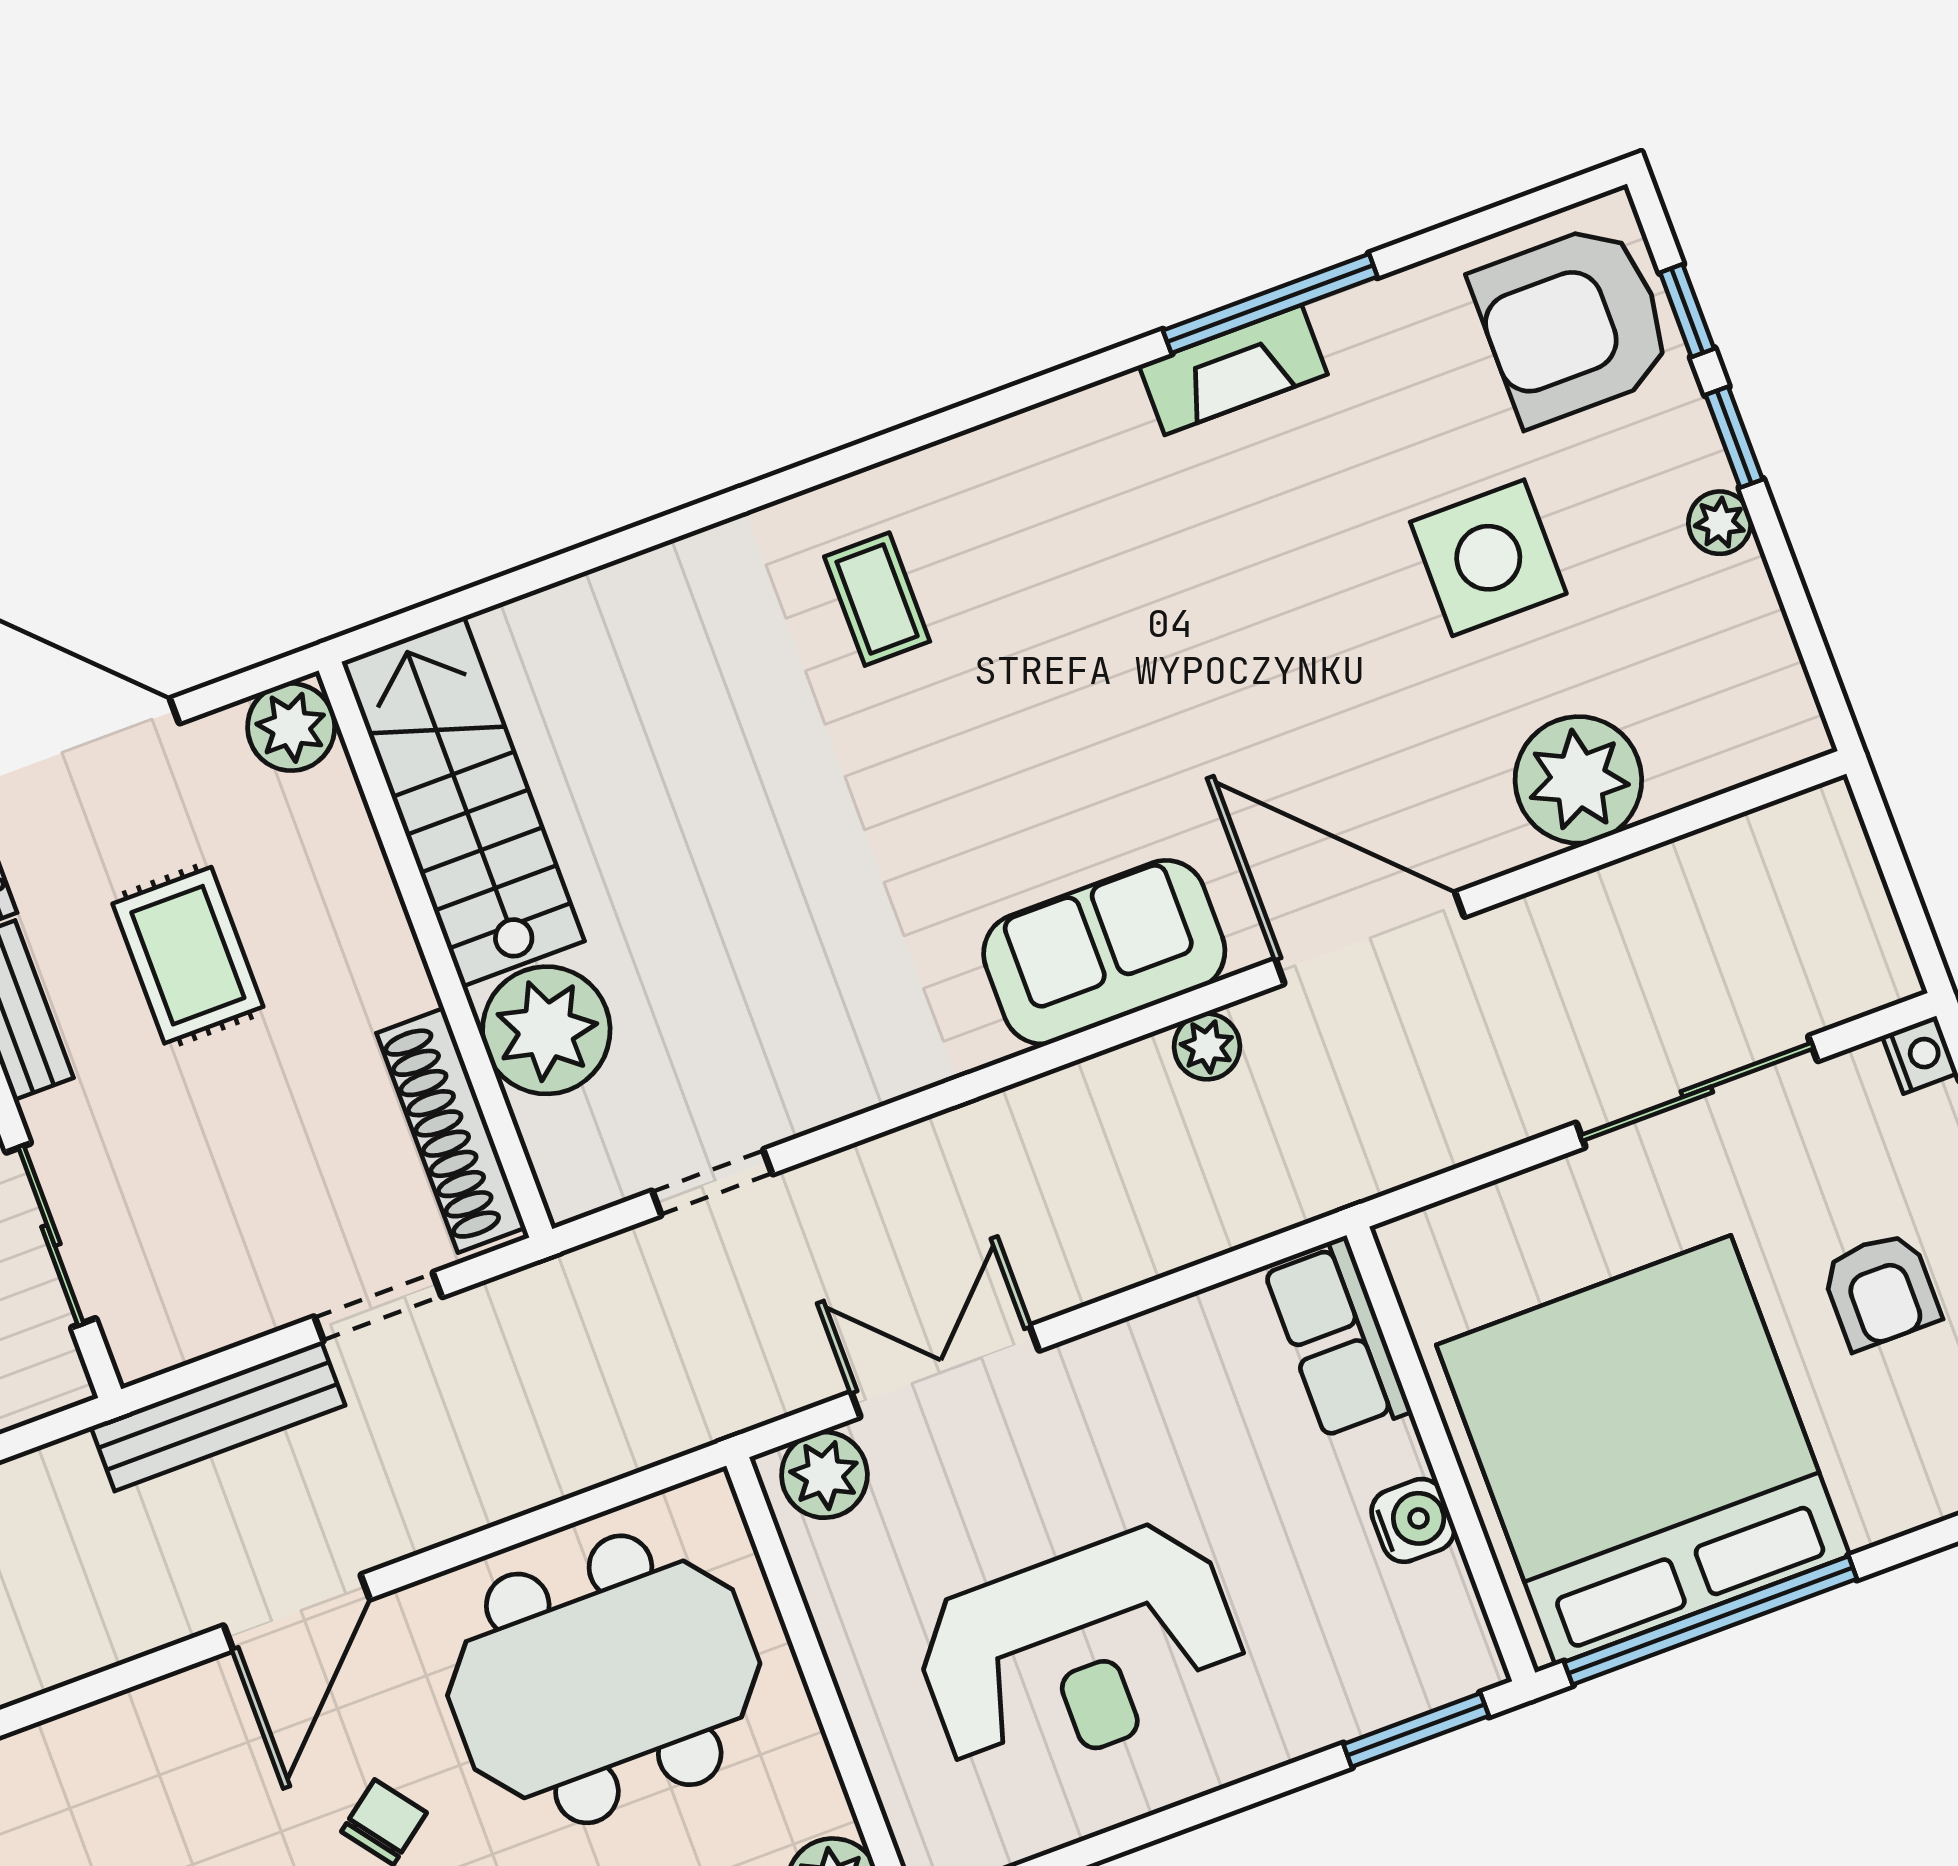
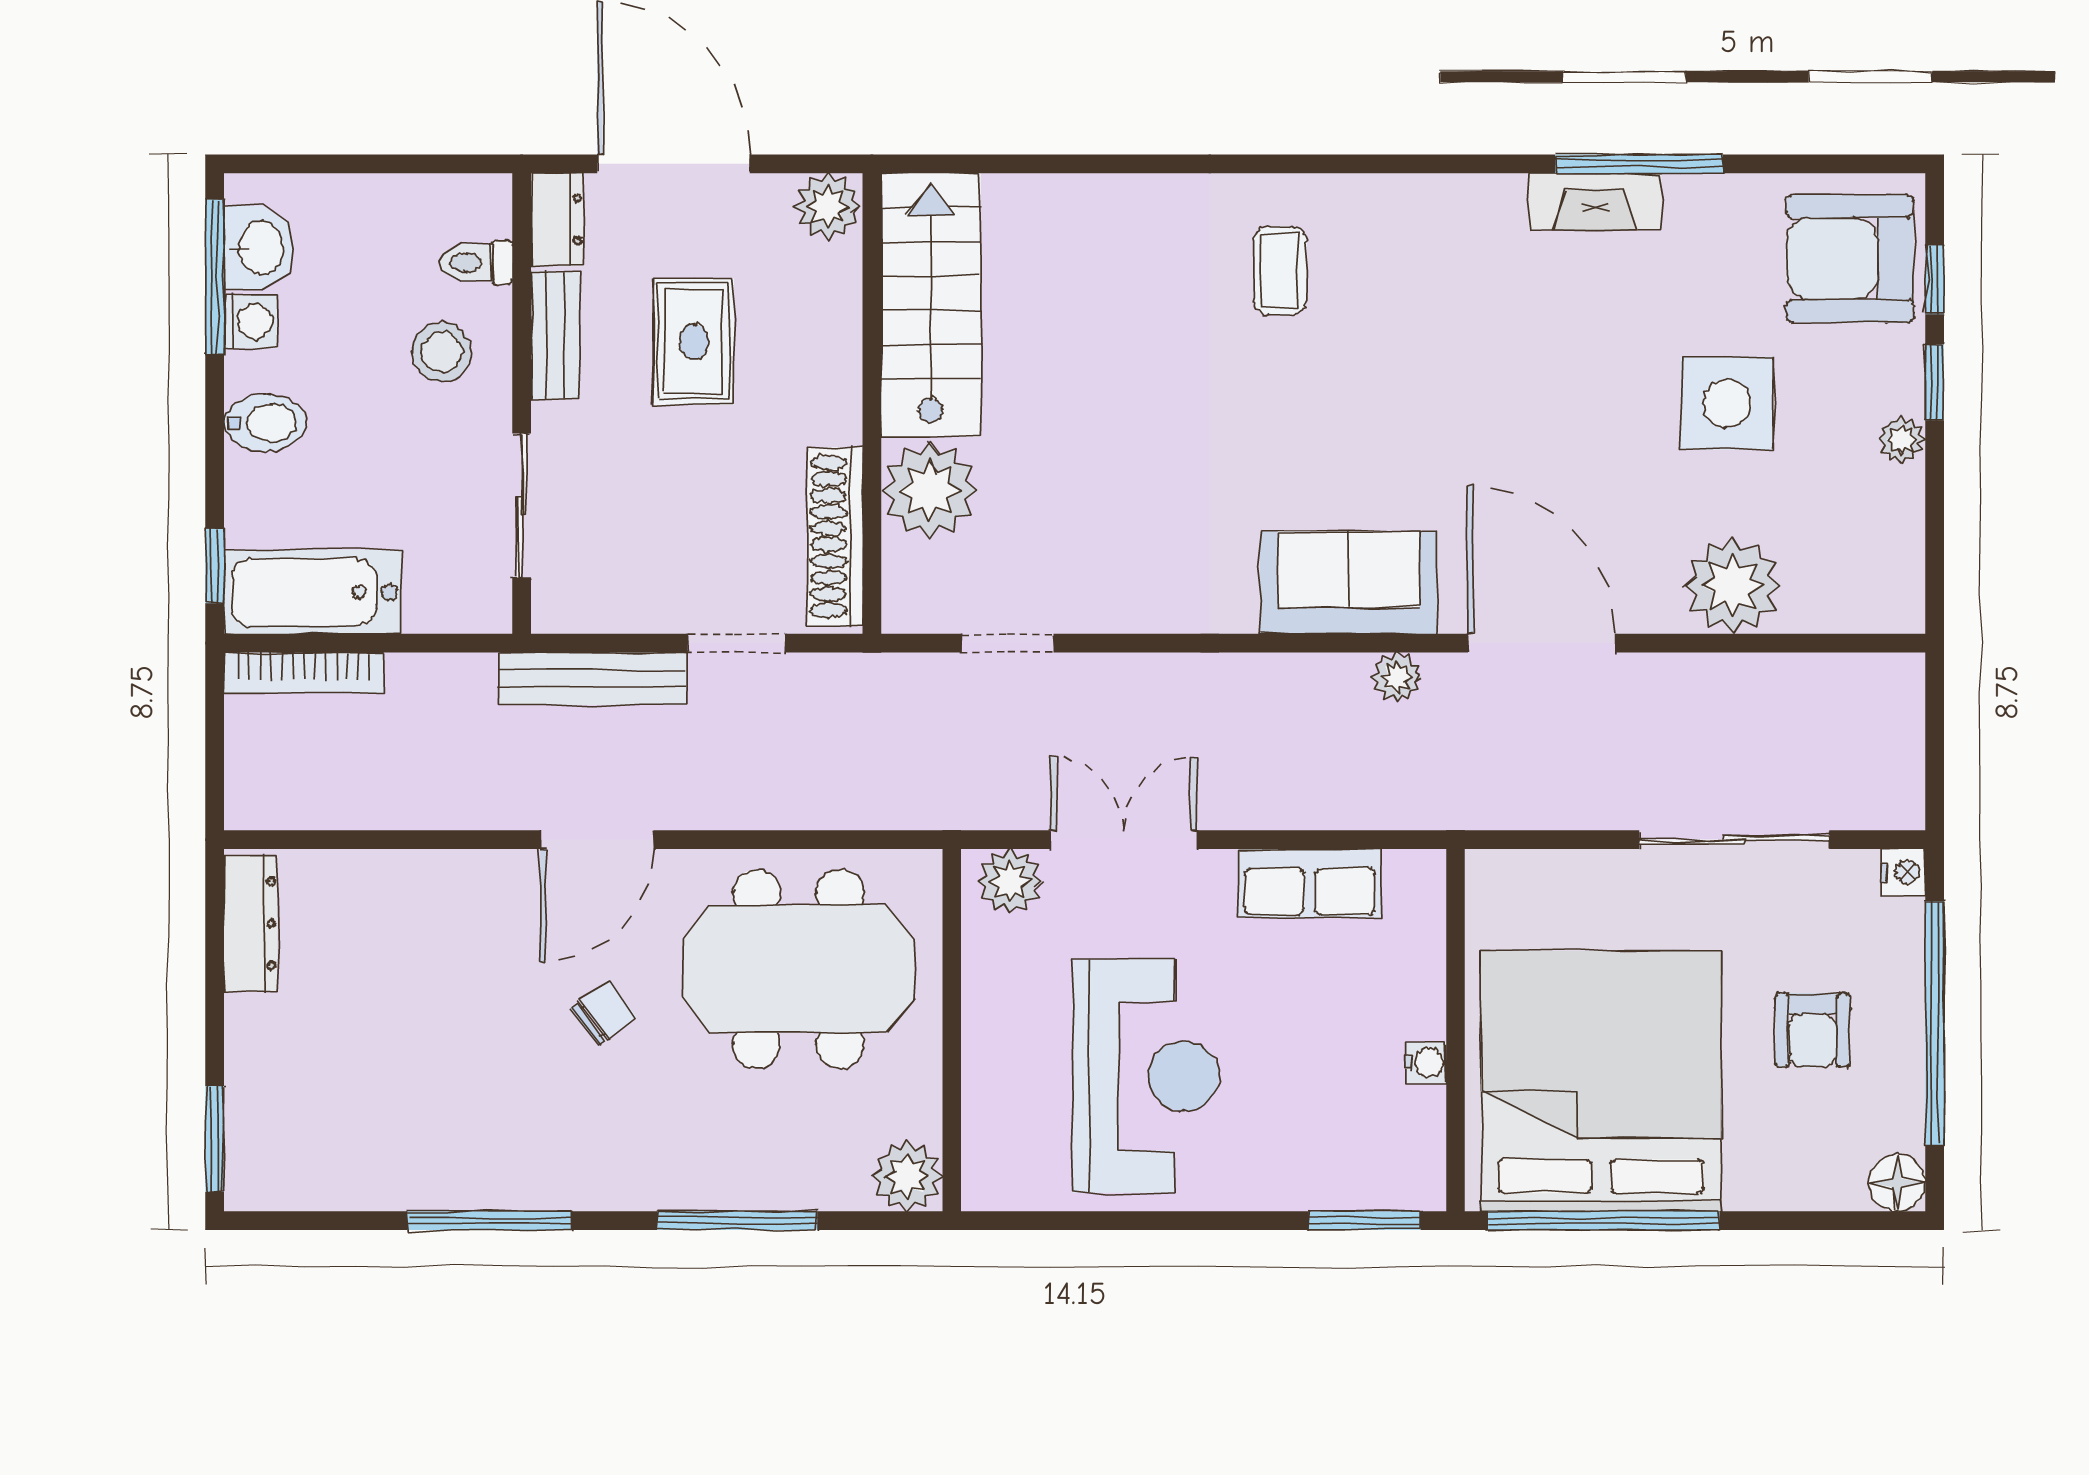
row of seats: (1337, 1339) -> (1310, 883), moved, turned -90
water cooler: (1413, 1520) -> (1426, 1062), width x0.72, depth x0.72
reception desk: (1080, 1652) -> (1146, 1076), turned -90

